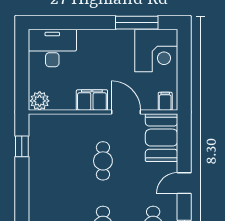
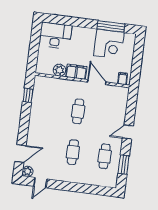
corner desk: (156, 51) -> (109, 44), moved
plant: (40, 101) -> (59, 70), moved
booth: (162, 138) -> (117, 101), removed

